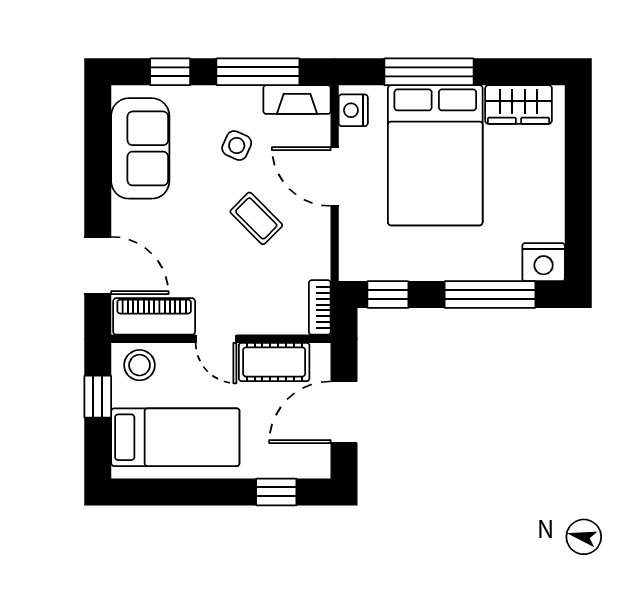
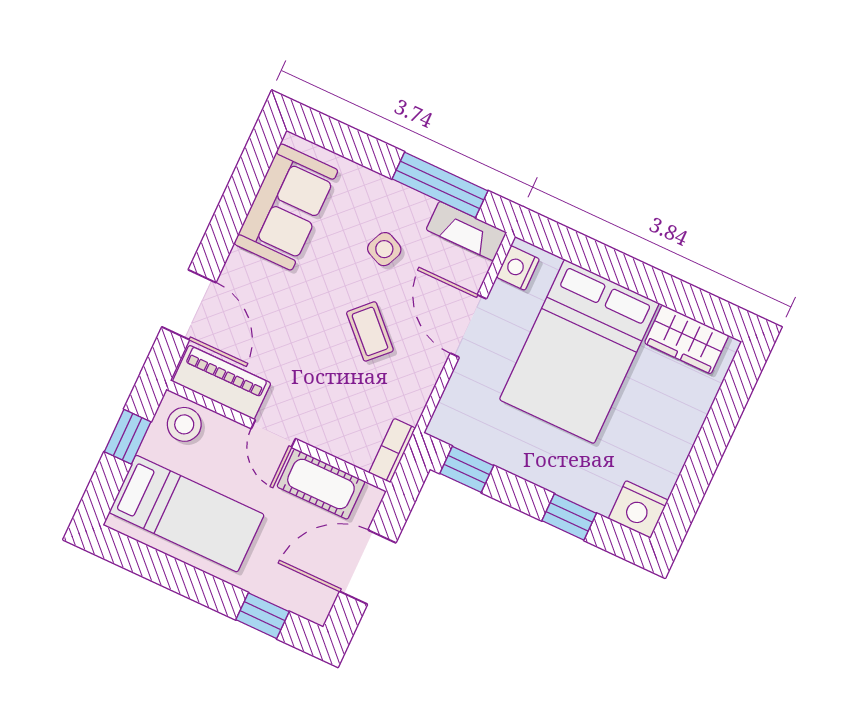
window: (170, 72) -> (352, 144), removed
window: (429, 72) -> (612, 265), removed
window: (490, 295) -> (569, 517), width x0.46

